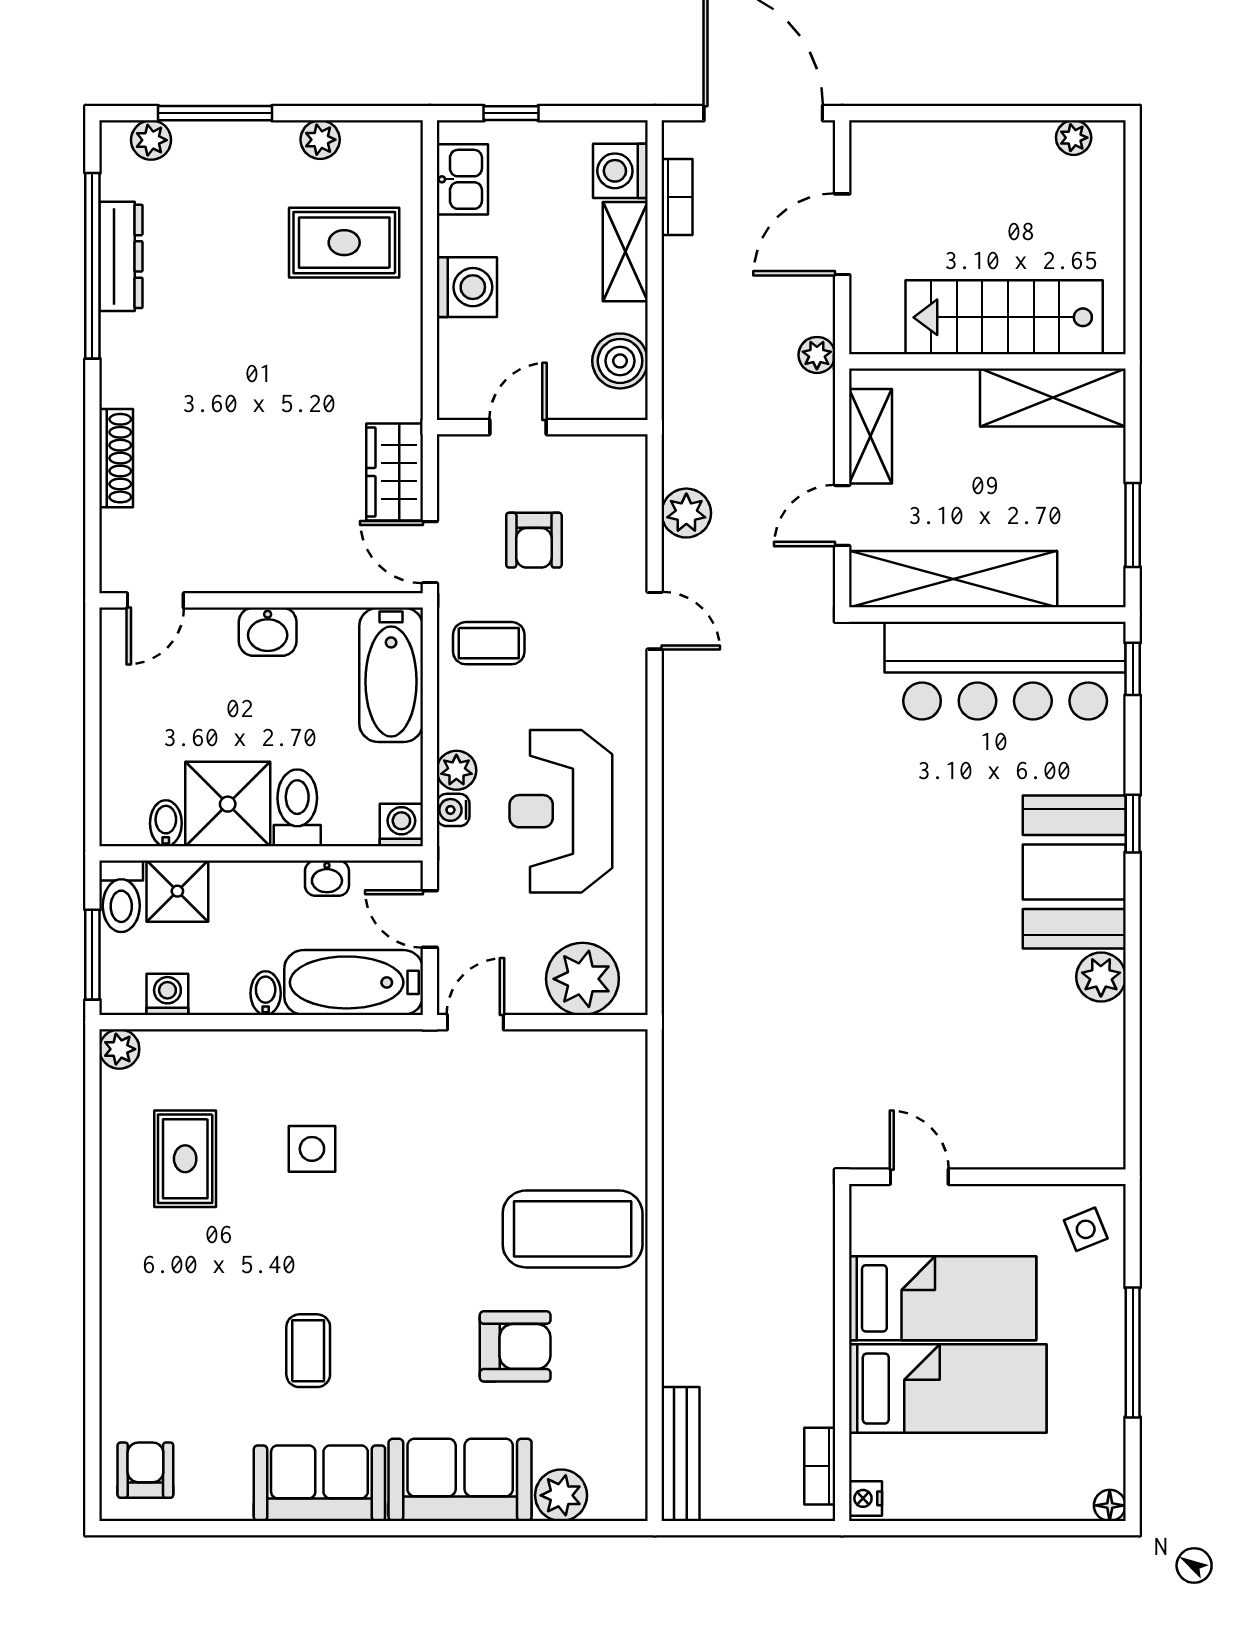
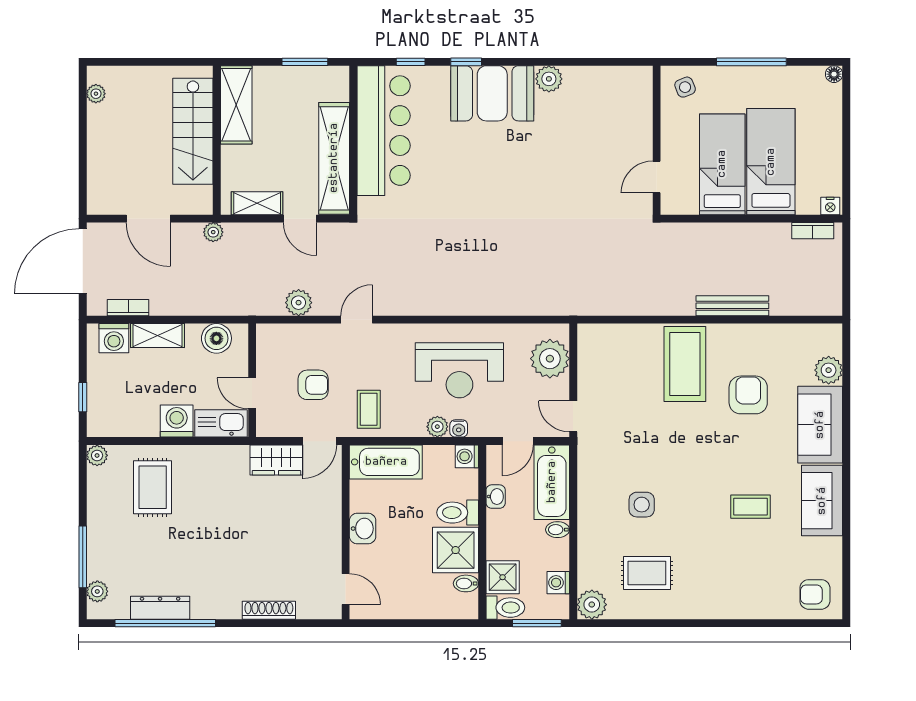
plant: (320, 140) -> (97, 455), moved
kitchen sink: (462, 179) -> (221, 423), moved, width x1.38
window: (1133, 669) -> (411, 62), moved
plant: (119, 1049) -> (592, 605), width x1.38, depth x1.38
bench: (681, 1454) -> (732, 306), moved

